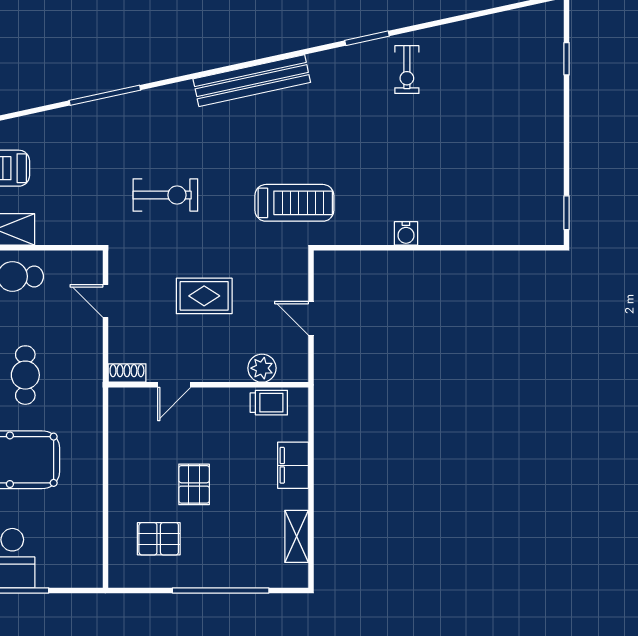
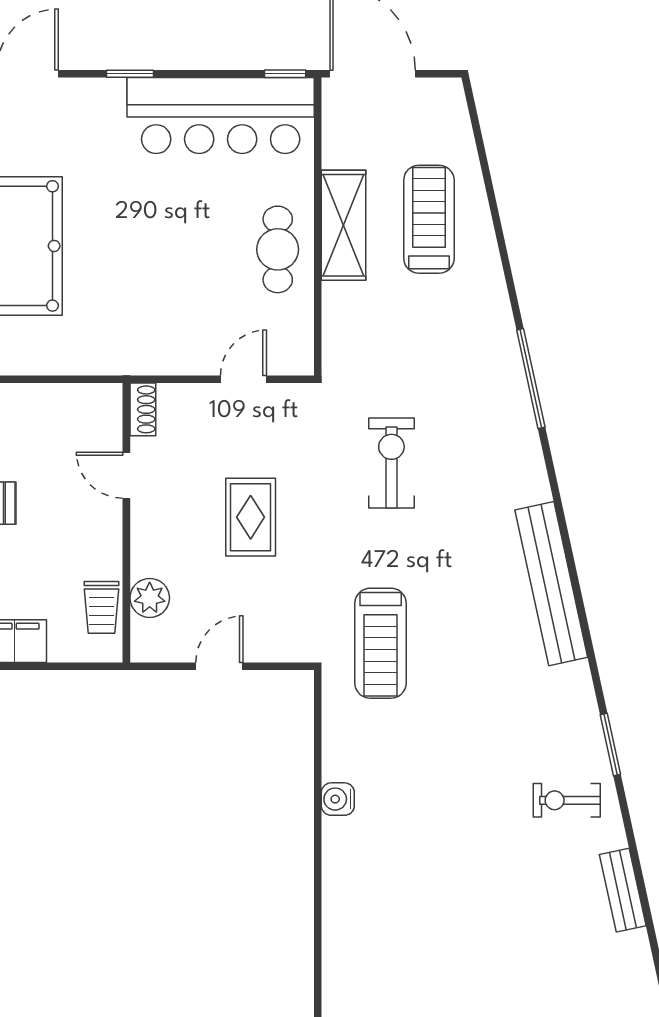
bench: (471, 29) -> (623, 890), added
exercise bike: (165, 195) -> (391, 463), turned 180
cafe table: (25, 375) -> (140, 267), removed

